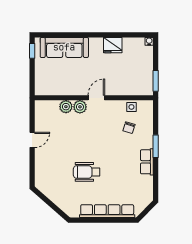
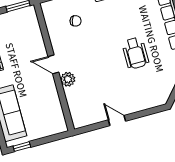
plant: (66, 107) -> (72, 94), removed
side table: (131, 107) -> (53, 24), removed

